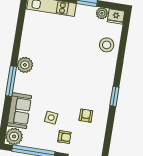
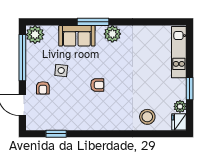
window: (114, 96) -> (56, 134), moved
sofa: (19, 111) -> (77, 36), moved
armchair: (86, 116) -> (97, 85), moved

